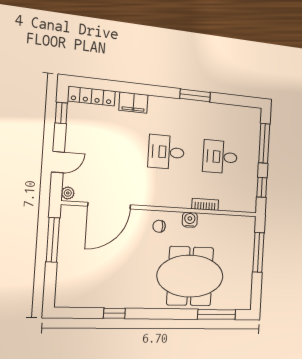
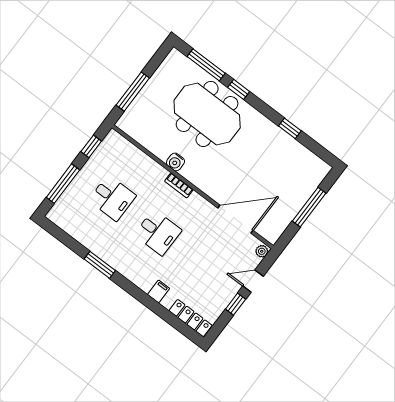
filing cabinet: (133, 103) -> (159, 291), width x0.50
window: (61, 113) -> (236, 304), moved
bookcase: (205, 204) -> (179, 185), moved
chair: (159, 226) -> (206, 174), removed
window: (53, 240) -> (309, 207), moved
window: (178, 314) -> (239, 89), added

